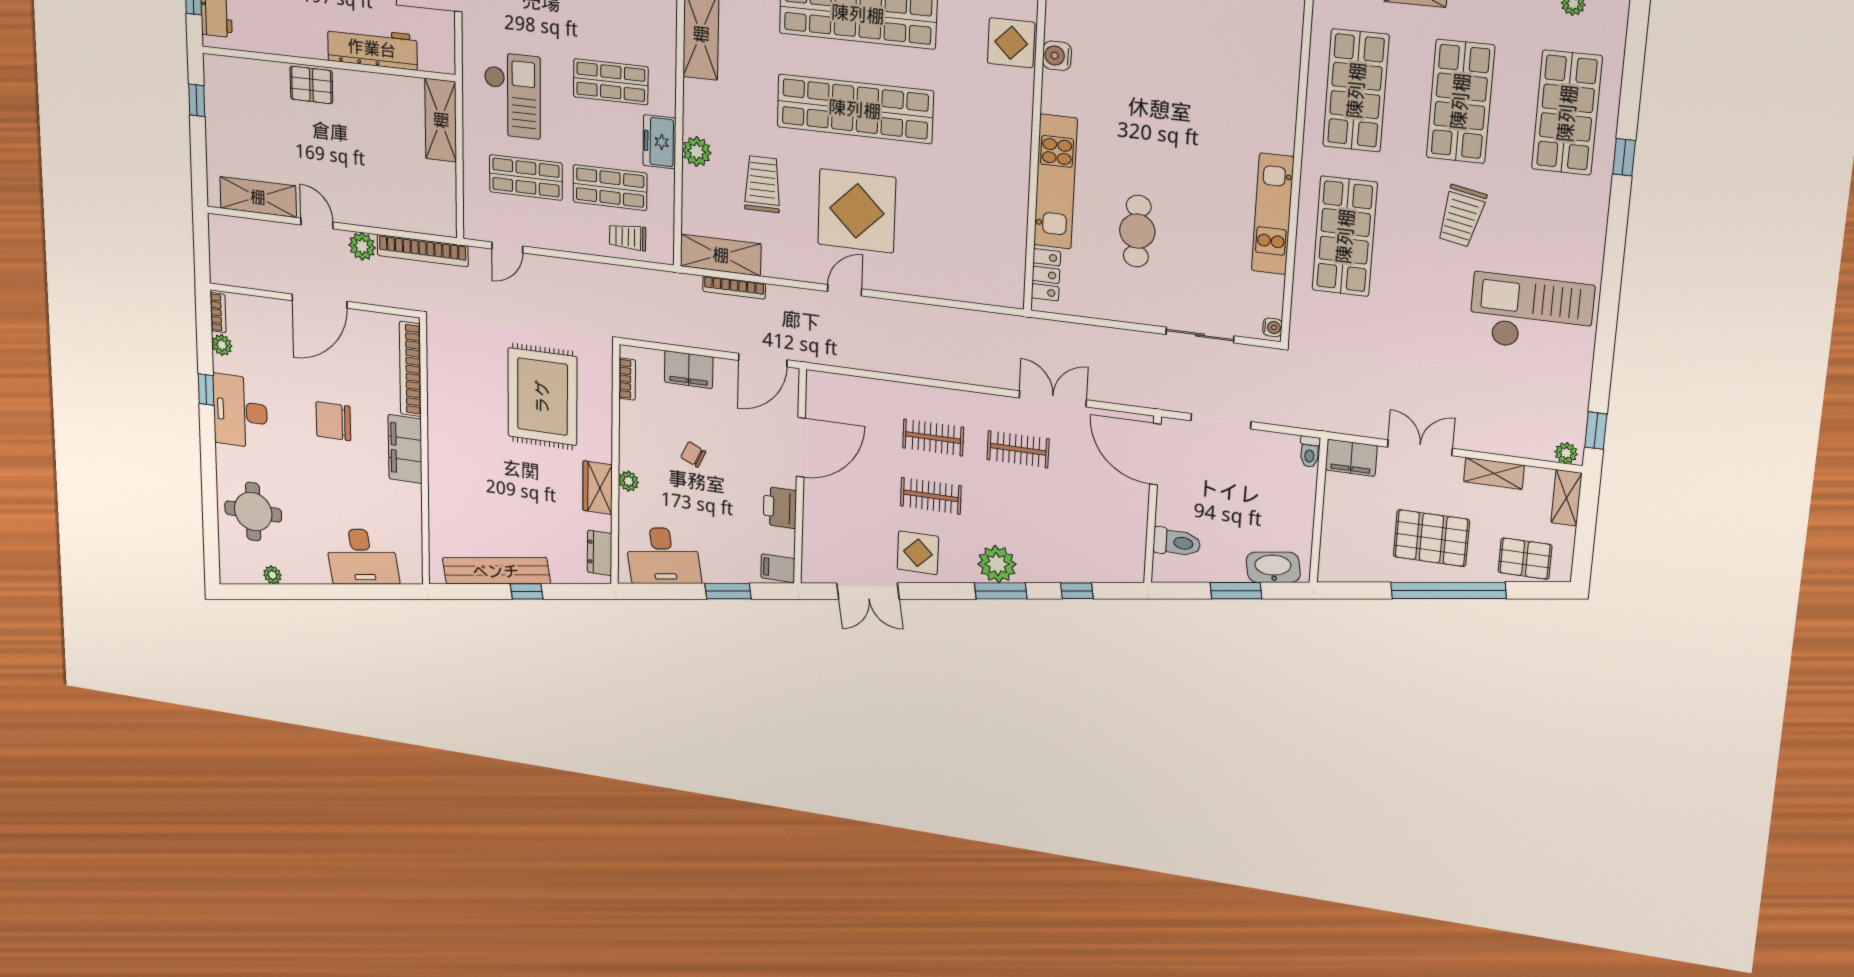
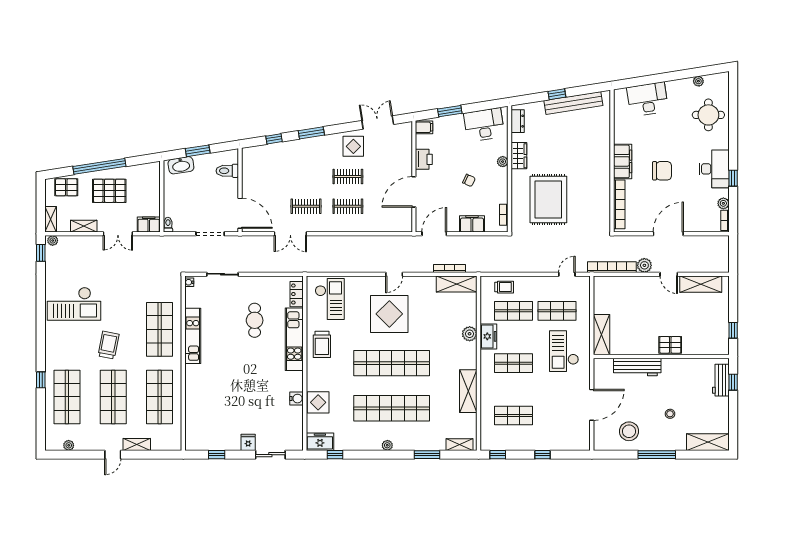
trolley: (762, 184) -> (322, 344), moved
checkout: (978, 256) -> (330, 299), added
plant: (997, 564) -> (314, 146), removed

